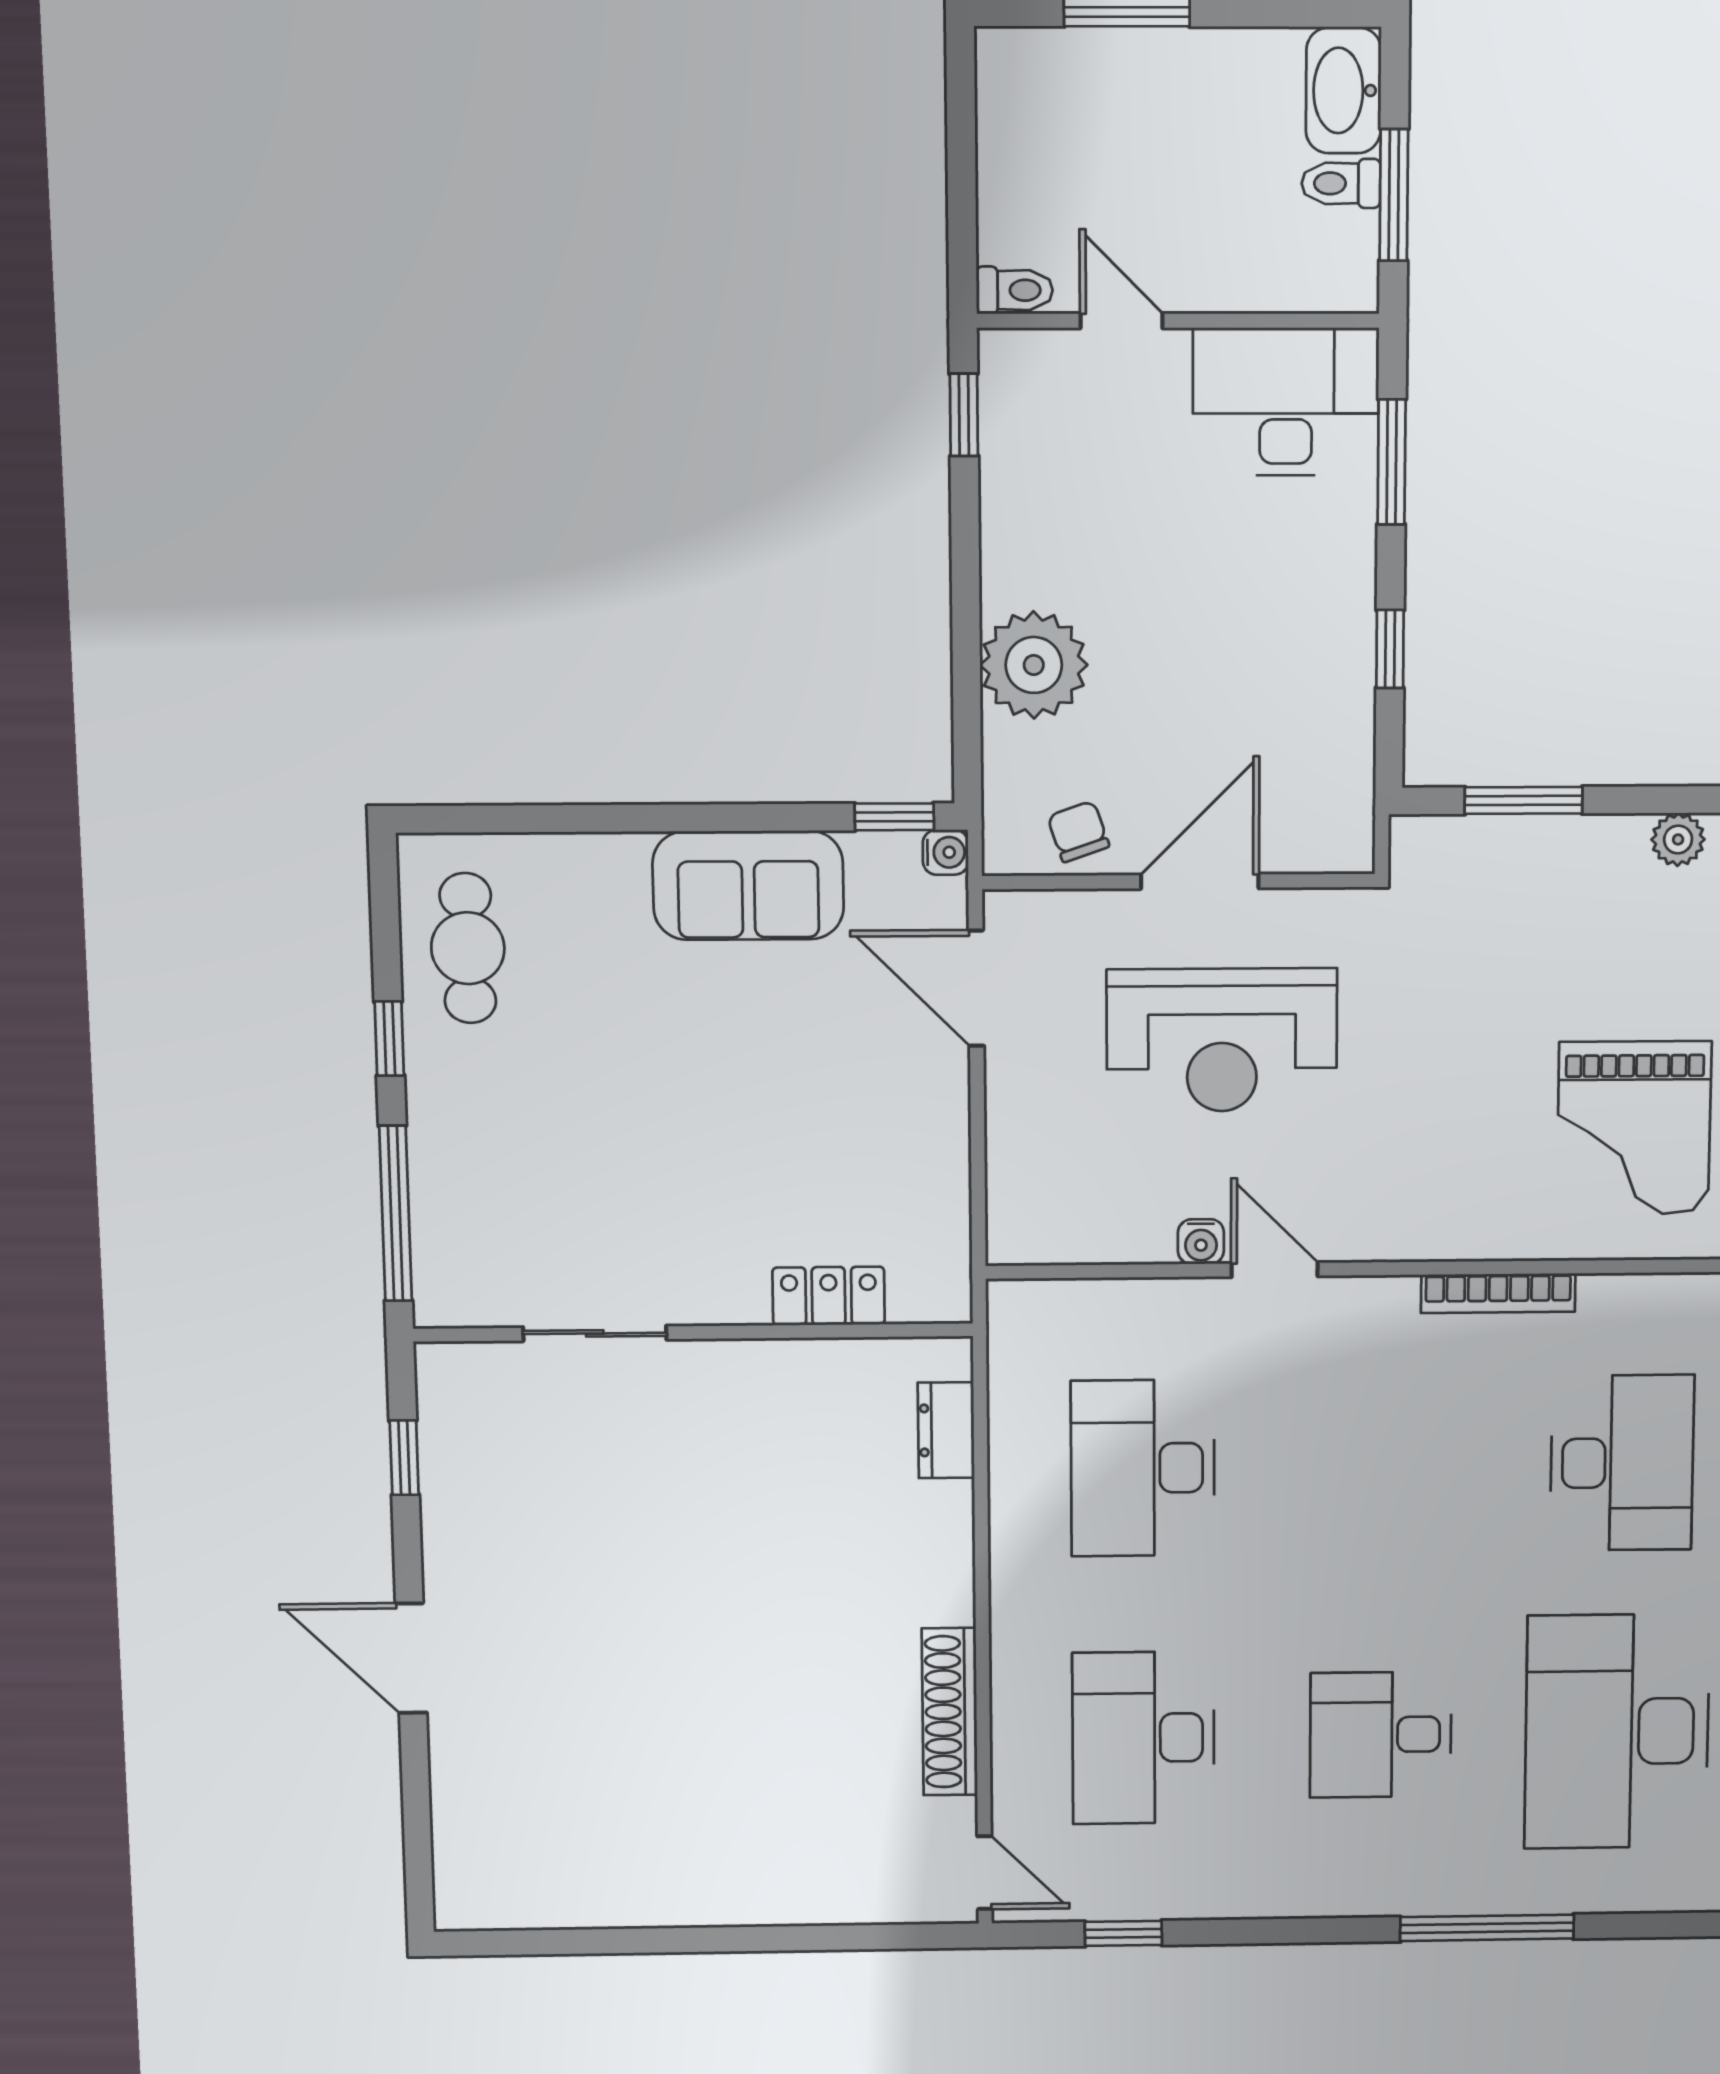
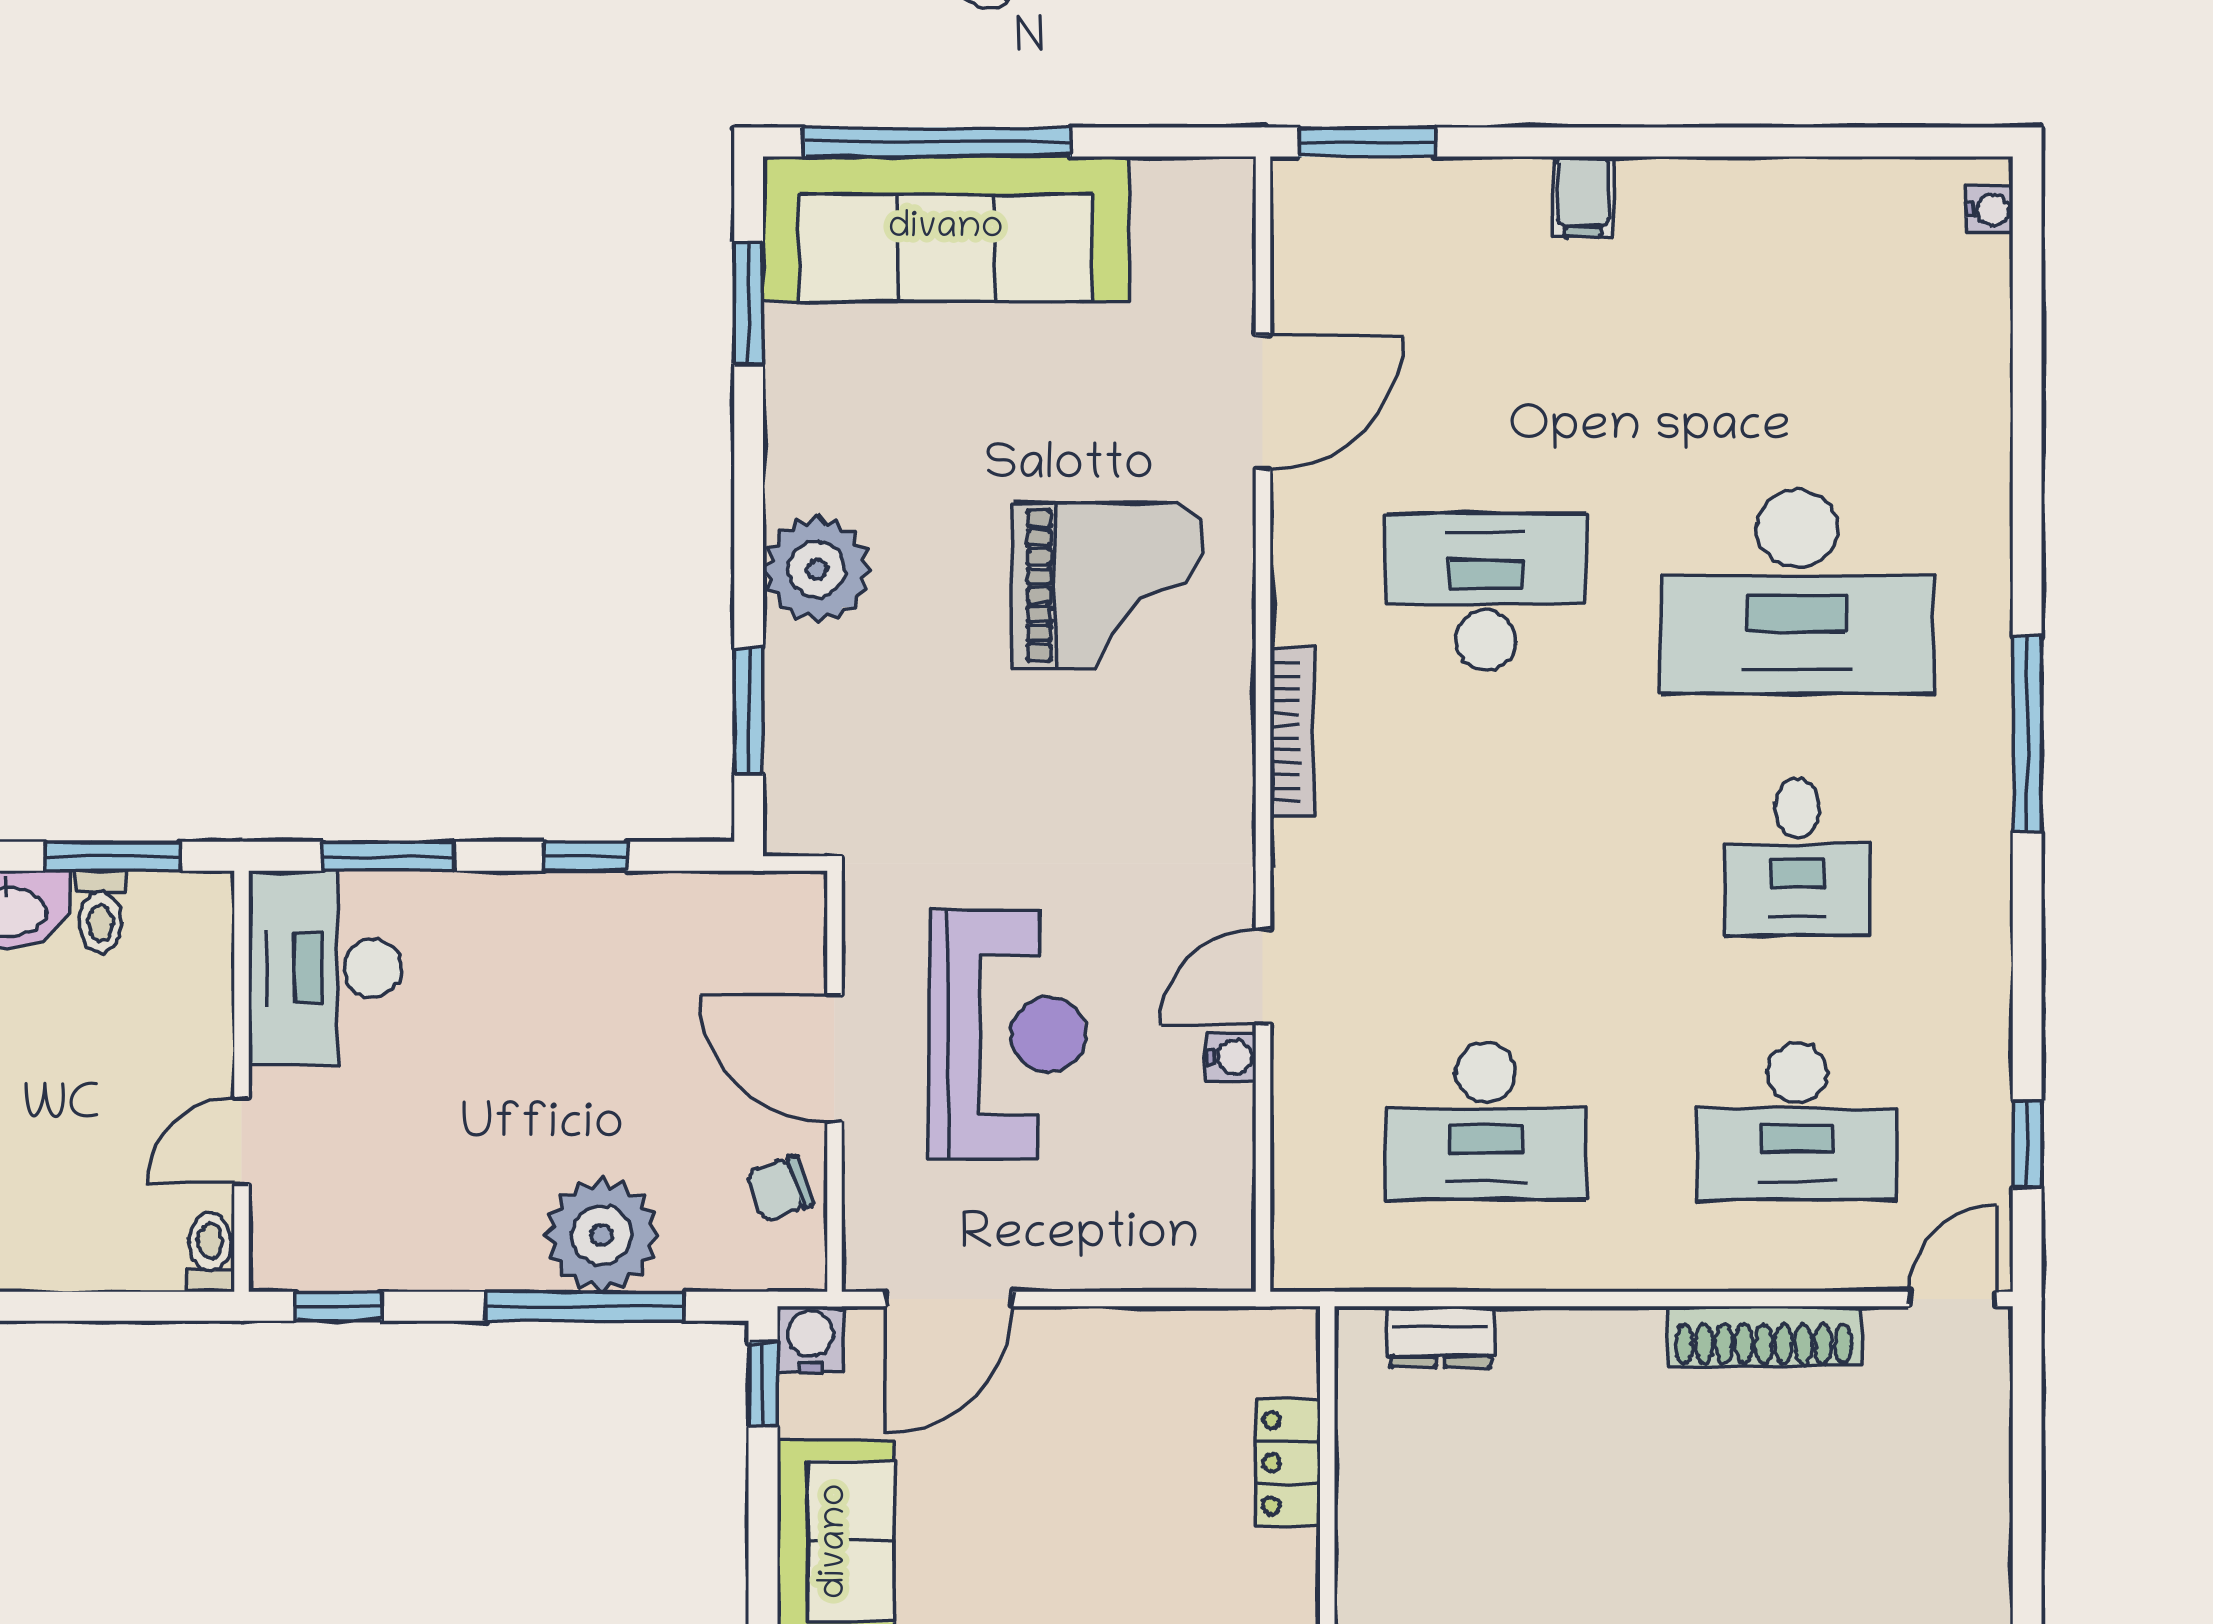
window: (966, 650) -> (585, 1306), added
plant: (1678, 839) -> (817, 569), width x1.87, depth x1.87
water cooler: (946, 852) -> (811, 1340), width x1.38, depth x1.38

